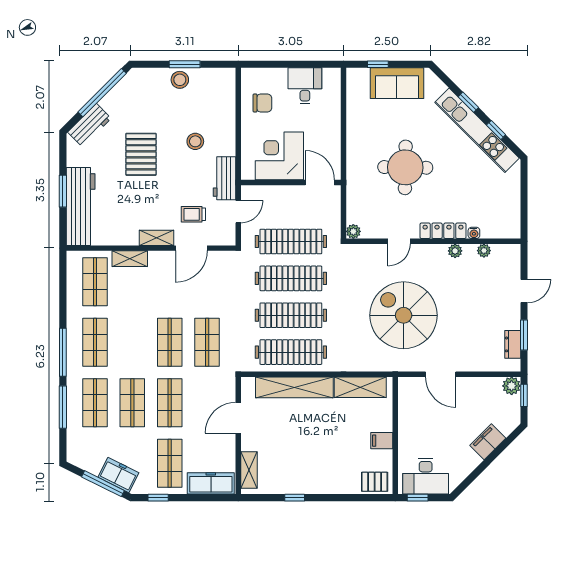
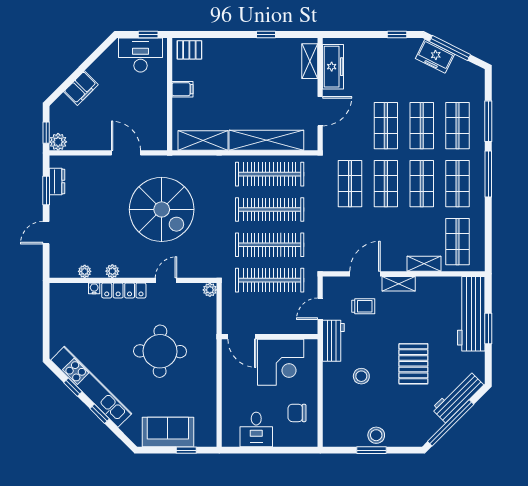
workbench: (89, 125) -> (458, 397), width x1.37
shop shelf: (170, 463) -> (422, 184), moved
freezer: (211, 483) -> (333, 67), moved, turned -90

